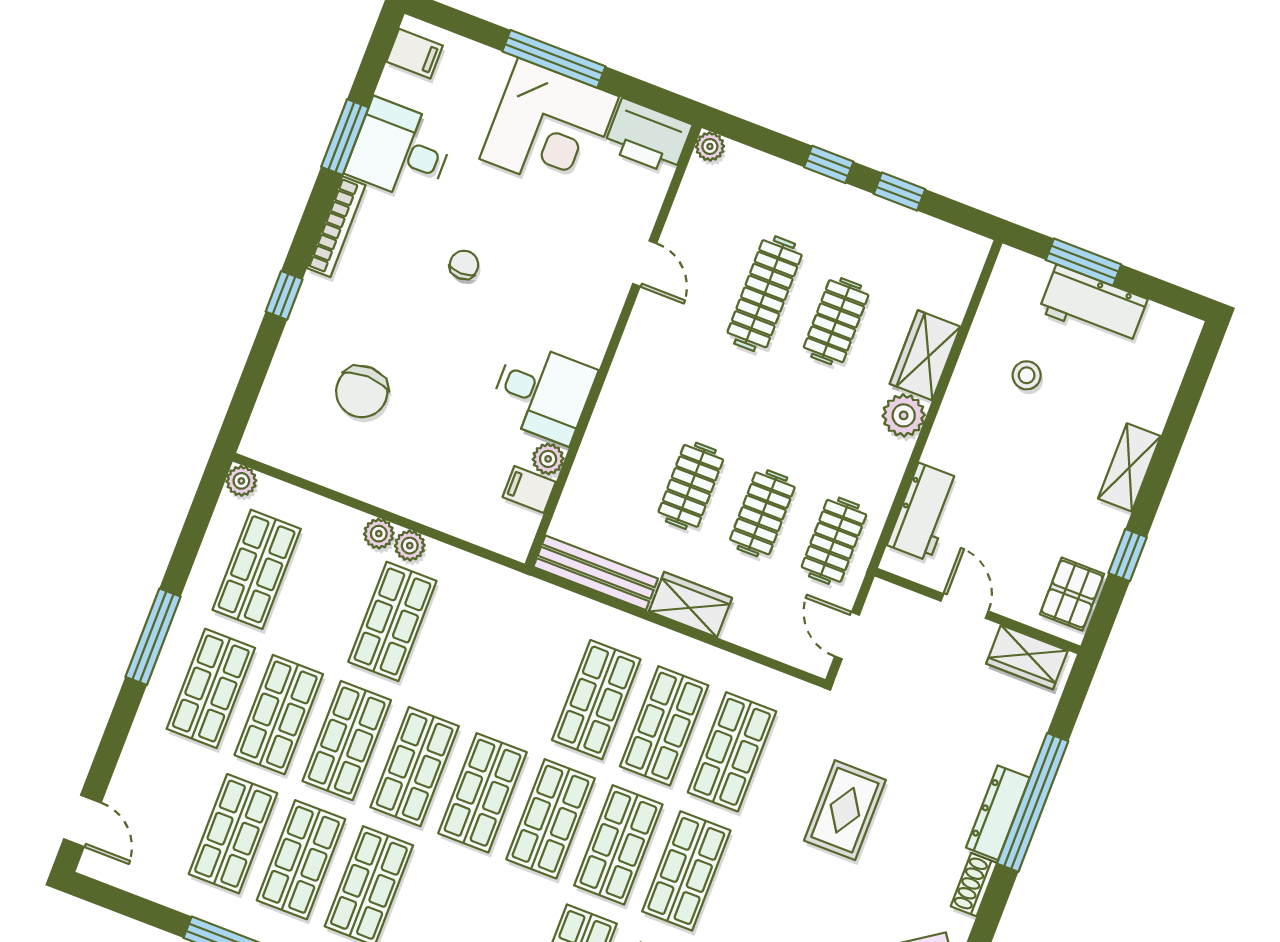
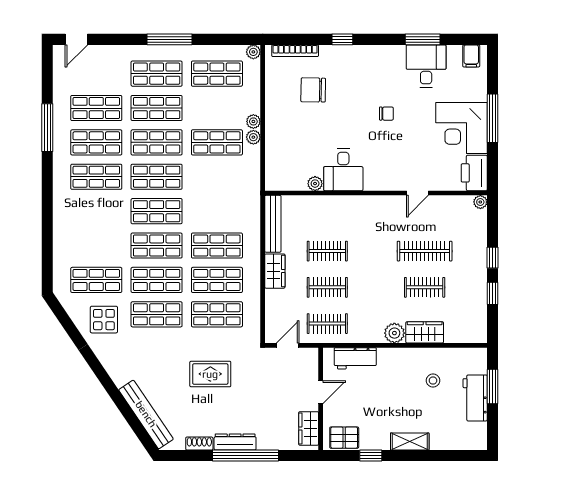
bookcase: (336, 227) -> (295, 51), moved
filing cabinet: (529, 489) -> (298, 180), removed

